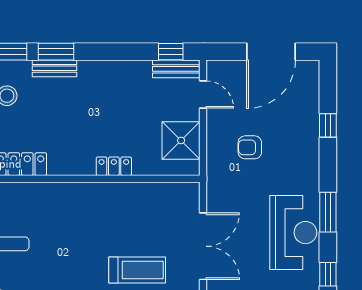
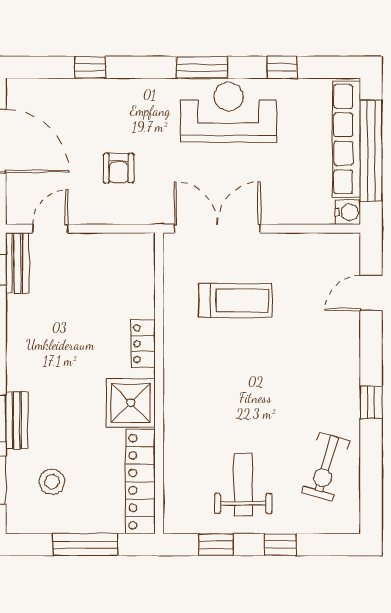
shower: (181, 140) -> (131, 403), moved
double door: (203, 246) -> (217, 229), moved
treadmill: (137, 270) -> (235, 300), moved, turned 90

